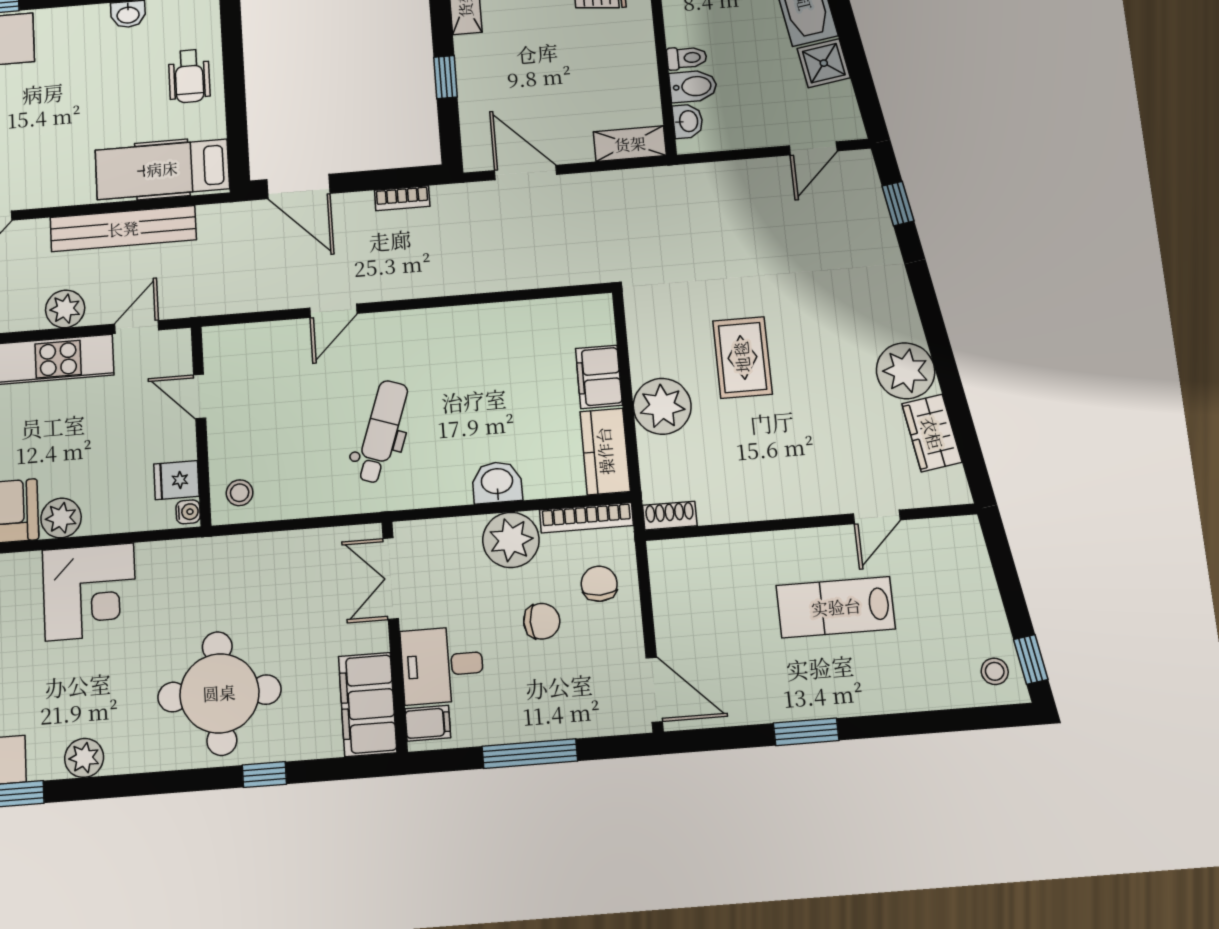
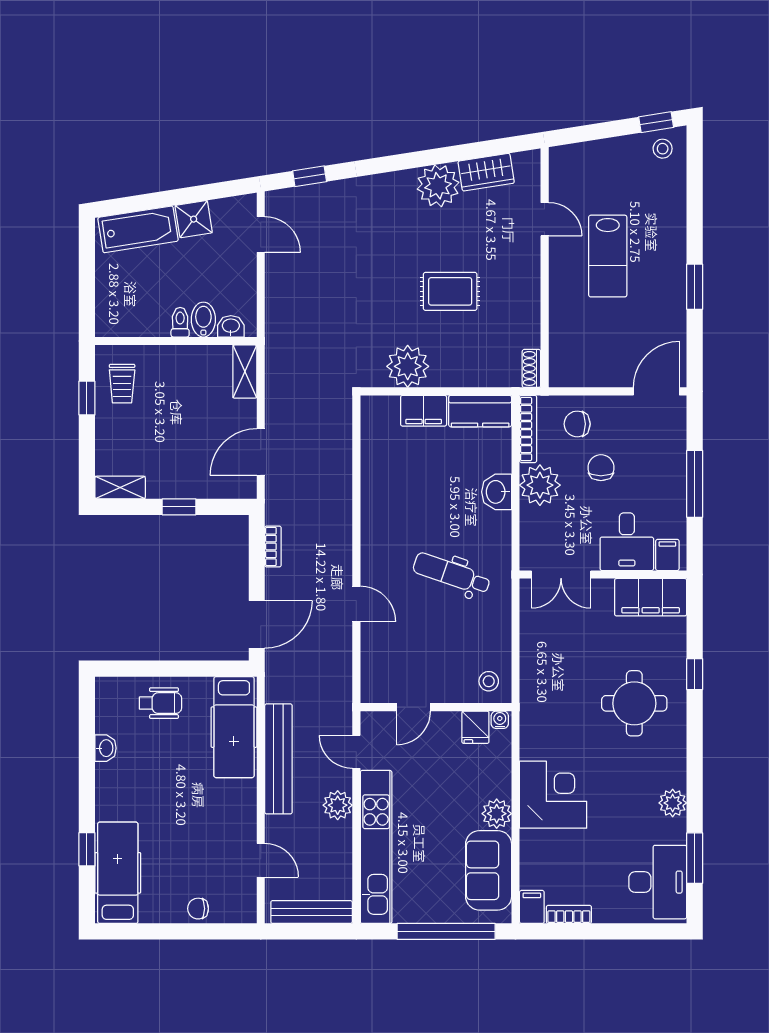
rug: (742, 357) -> (450, 291), moved
plant: (662, 406) -> (408, 366), moved
round table: (219, 693) -> (634, 703), width x0.73, depth x0.73

